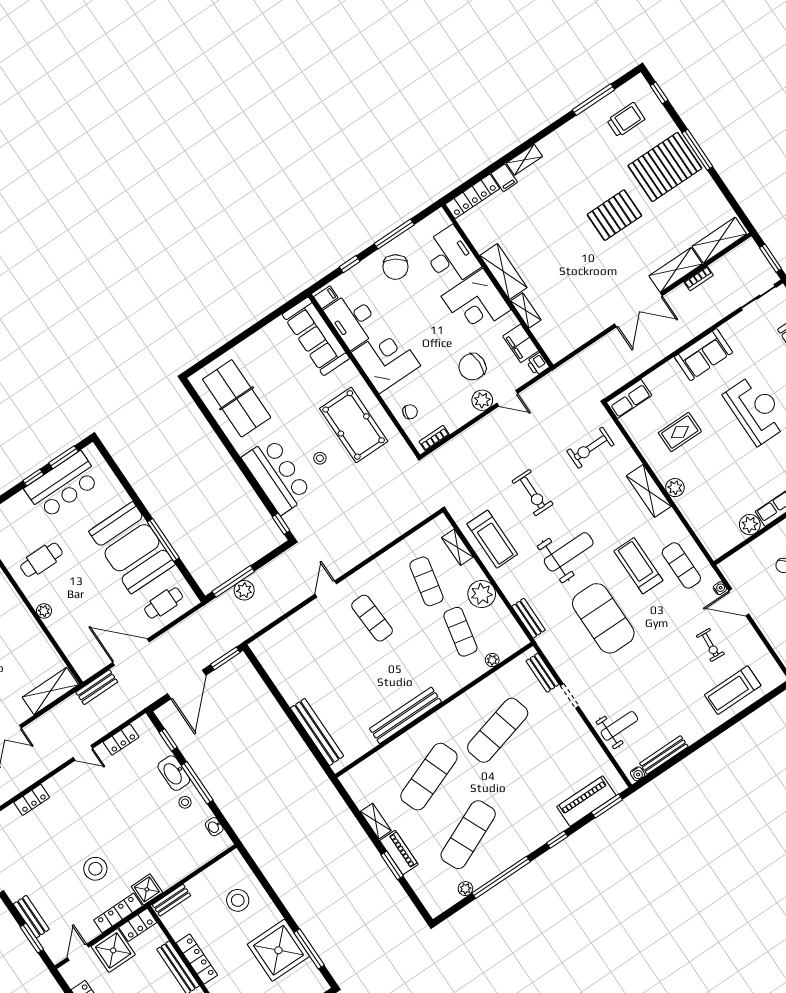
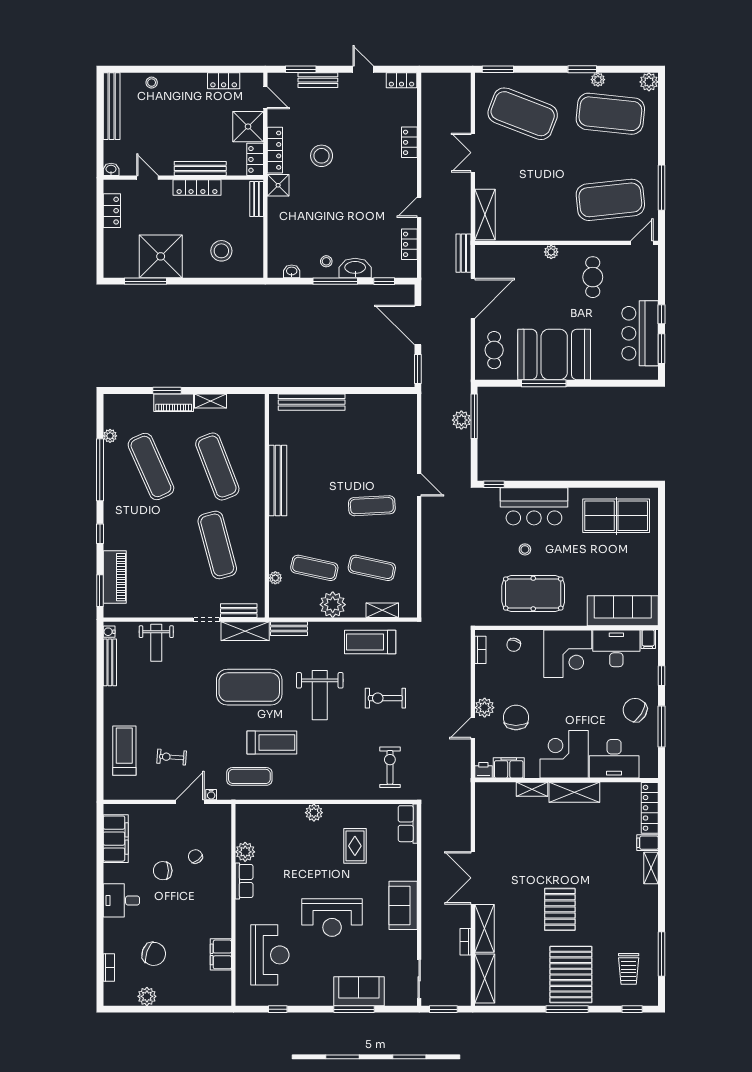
shelving: (649, 491) -> (245, 631), moved

